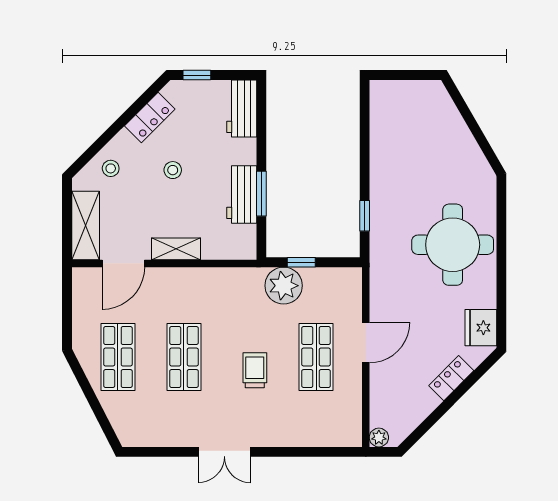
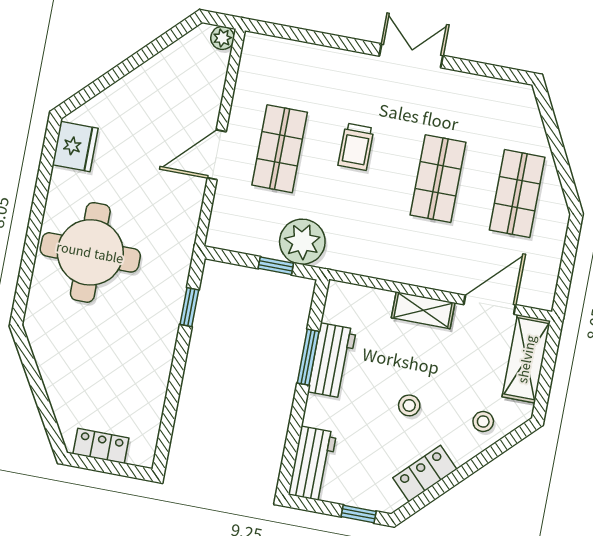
locker: (451, 378) -> (101, 446), moved, turned -135

